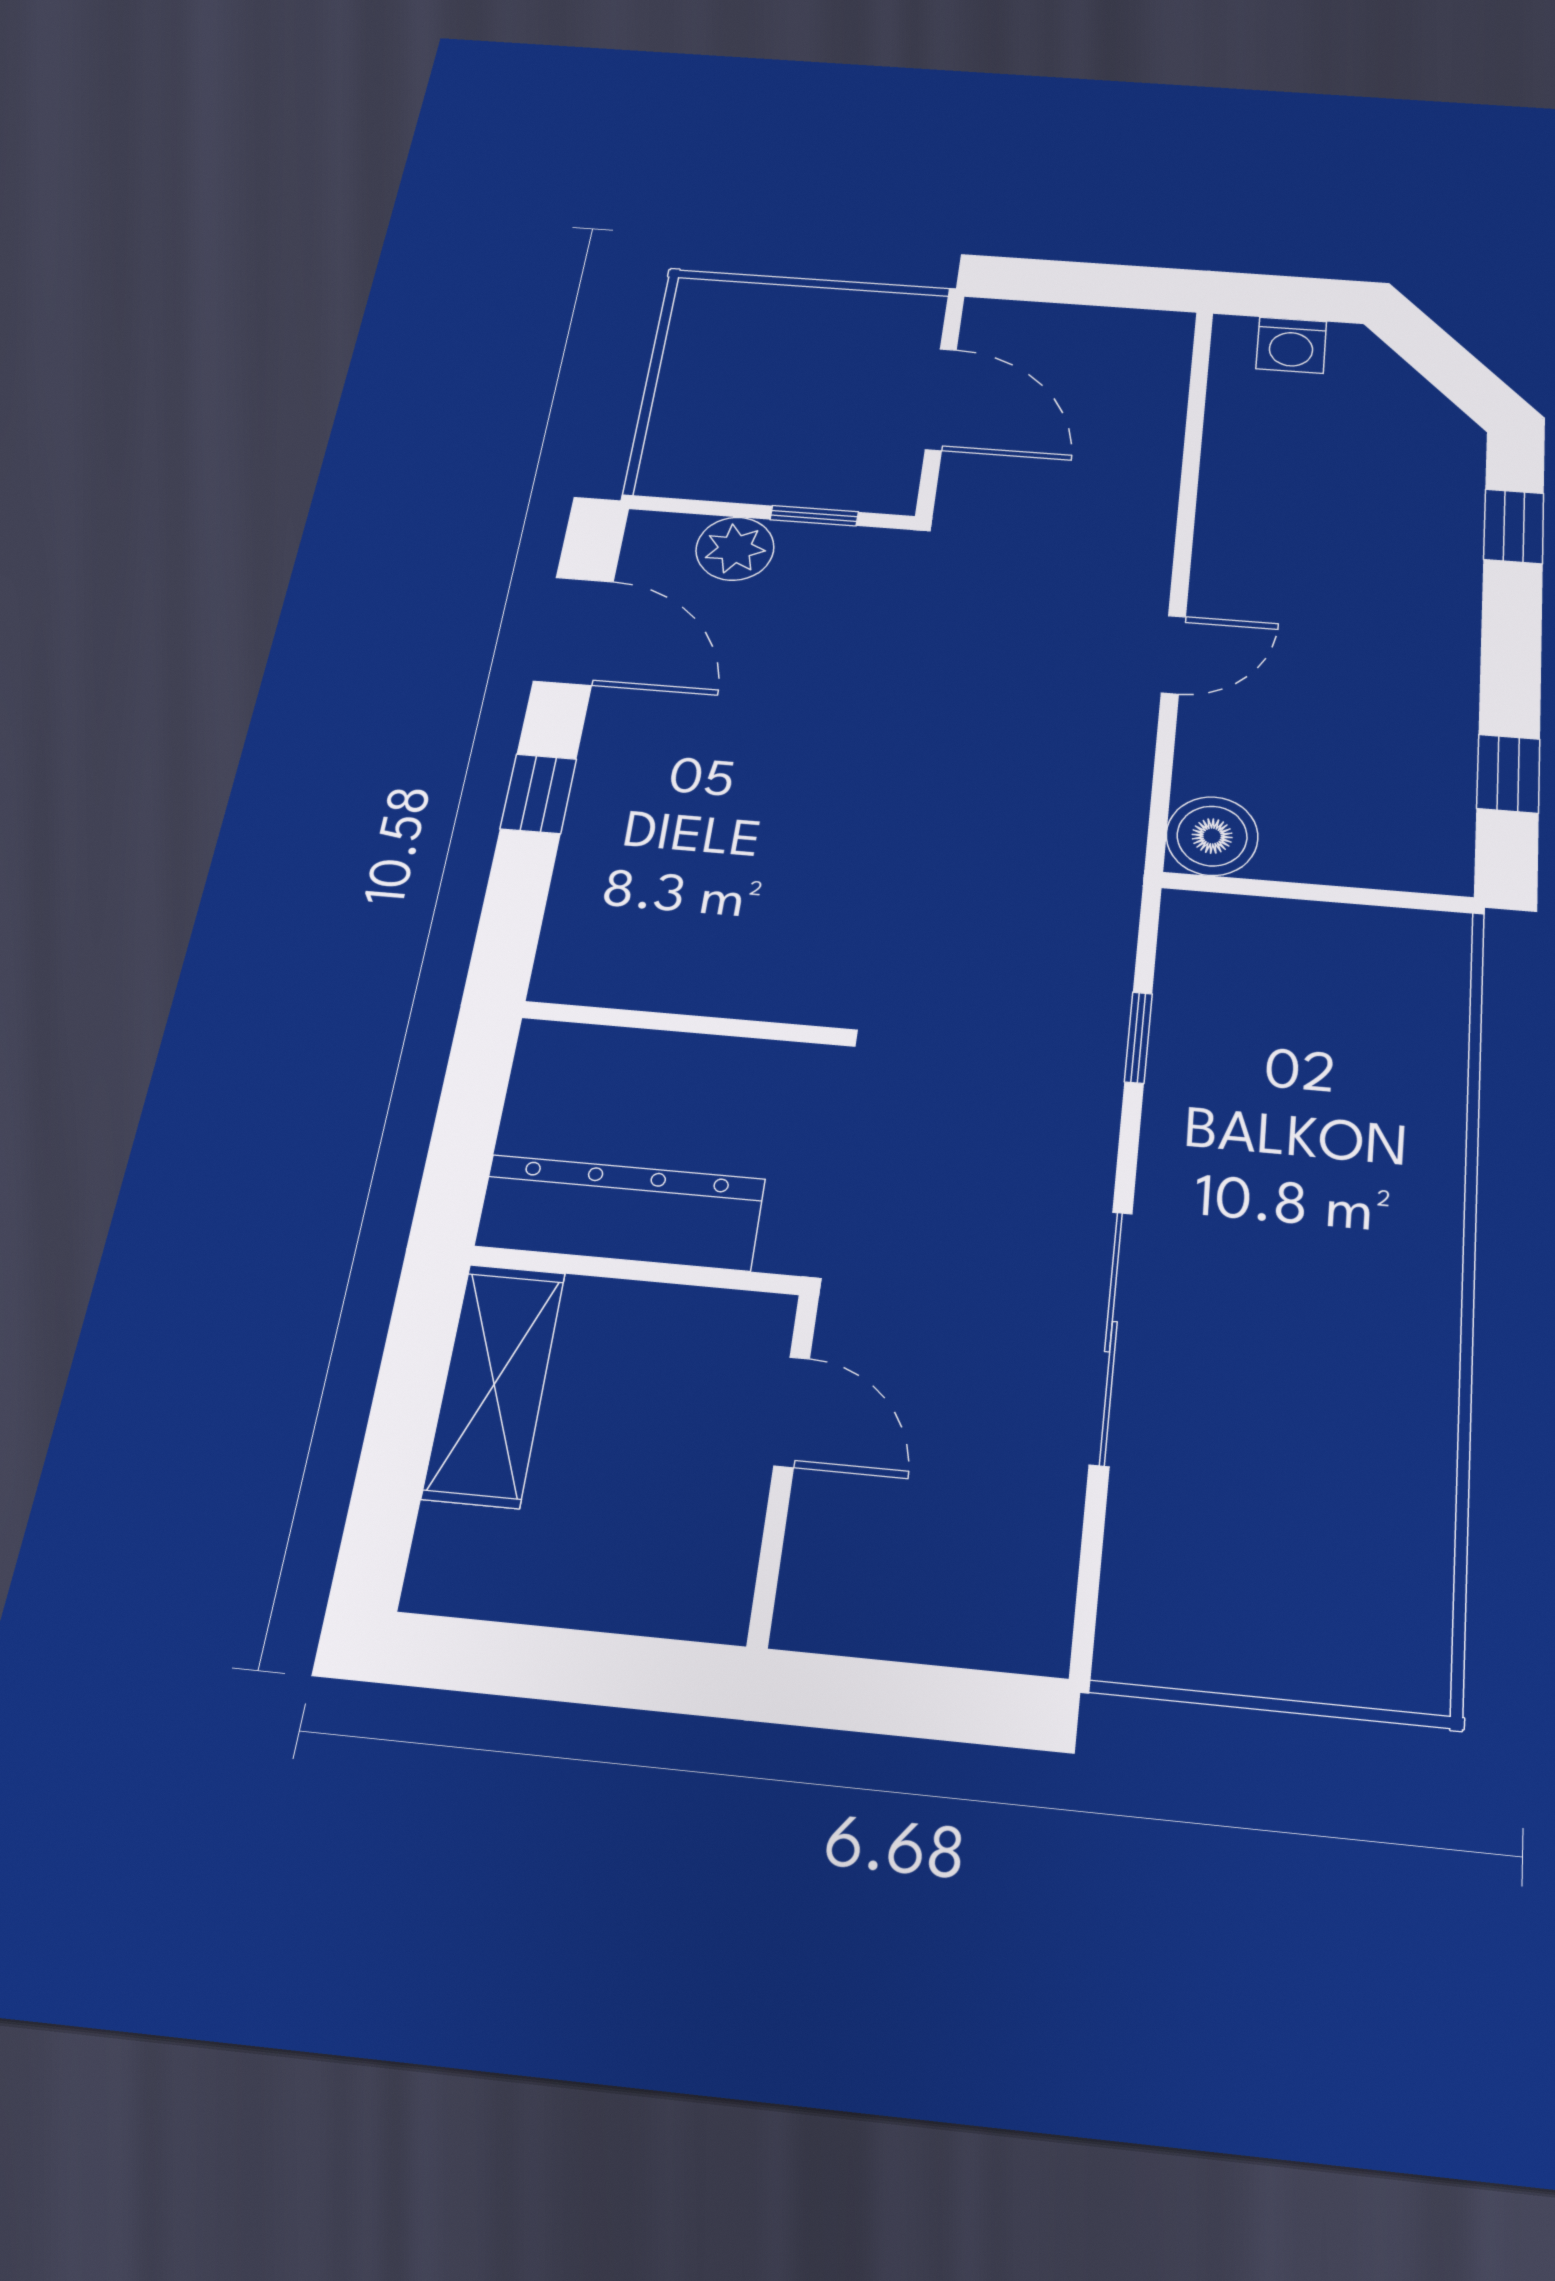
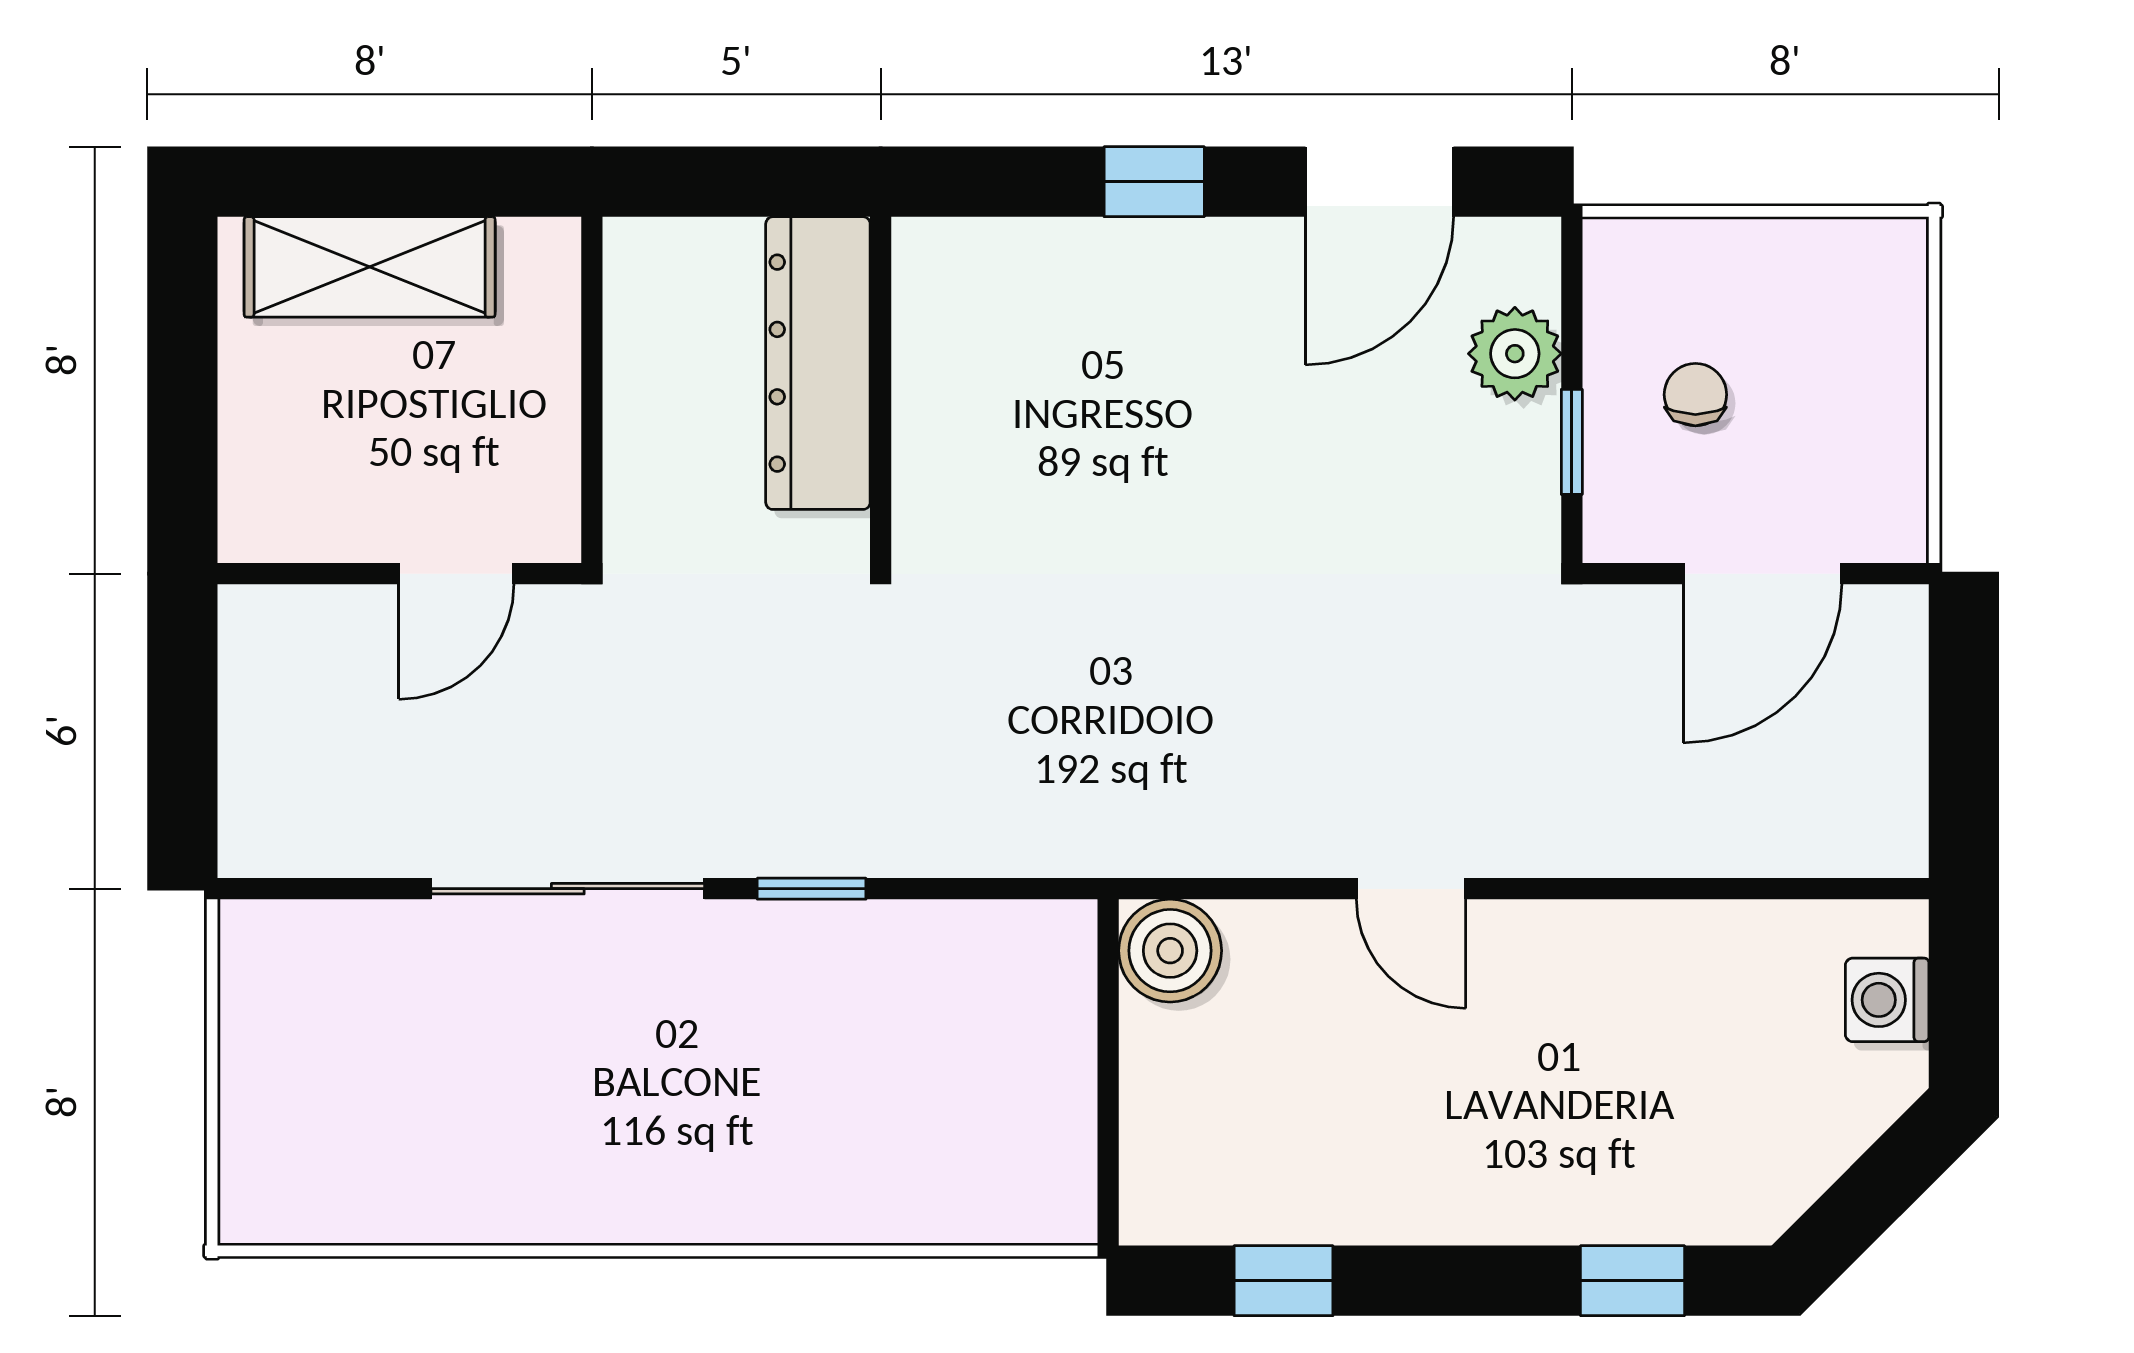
chair: (790, 432) -> (1695, 395), added
window: (1138, 1038) -> (812, 889), moved
dresser: (620, 1213) -> (818, 363), moved, turned 180
shelving: (494, 1384) -> (370, 267), moved

